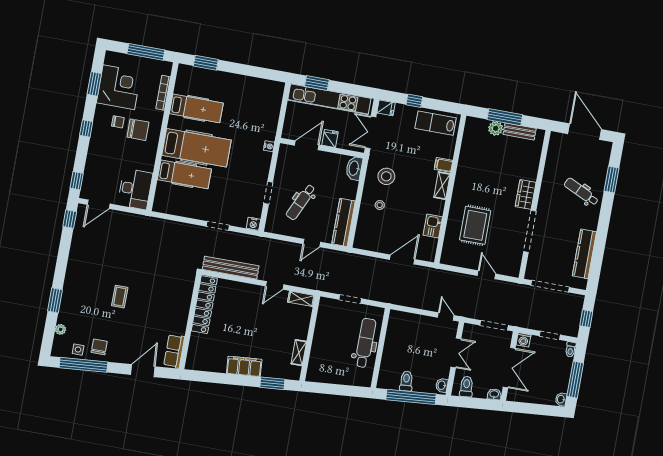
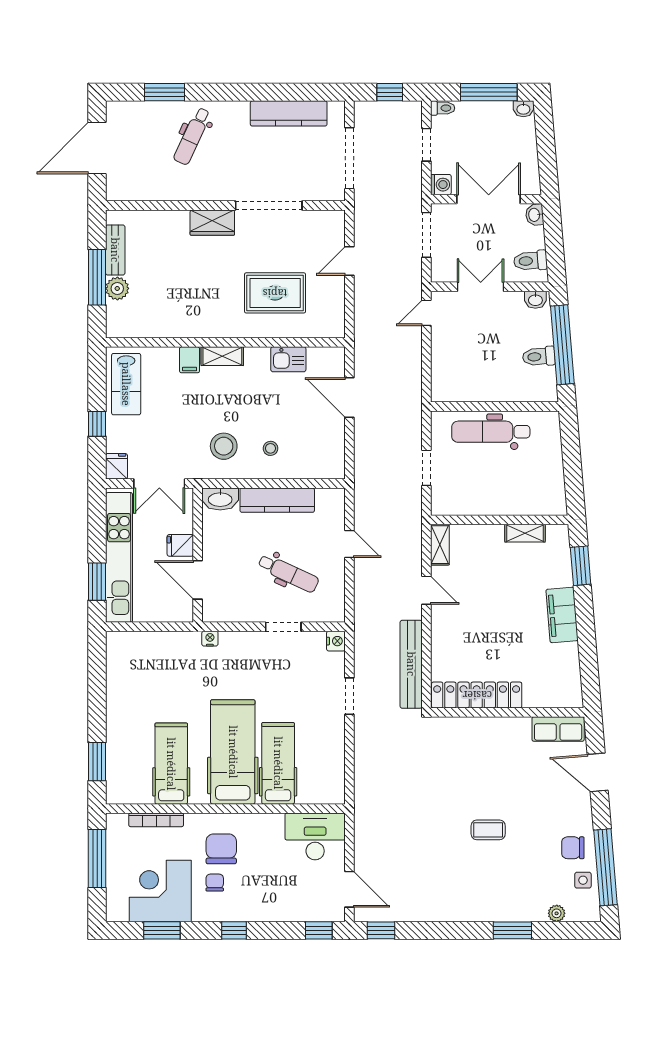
kitchen counter: (344, 222) -> (277, 500), moved

